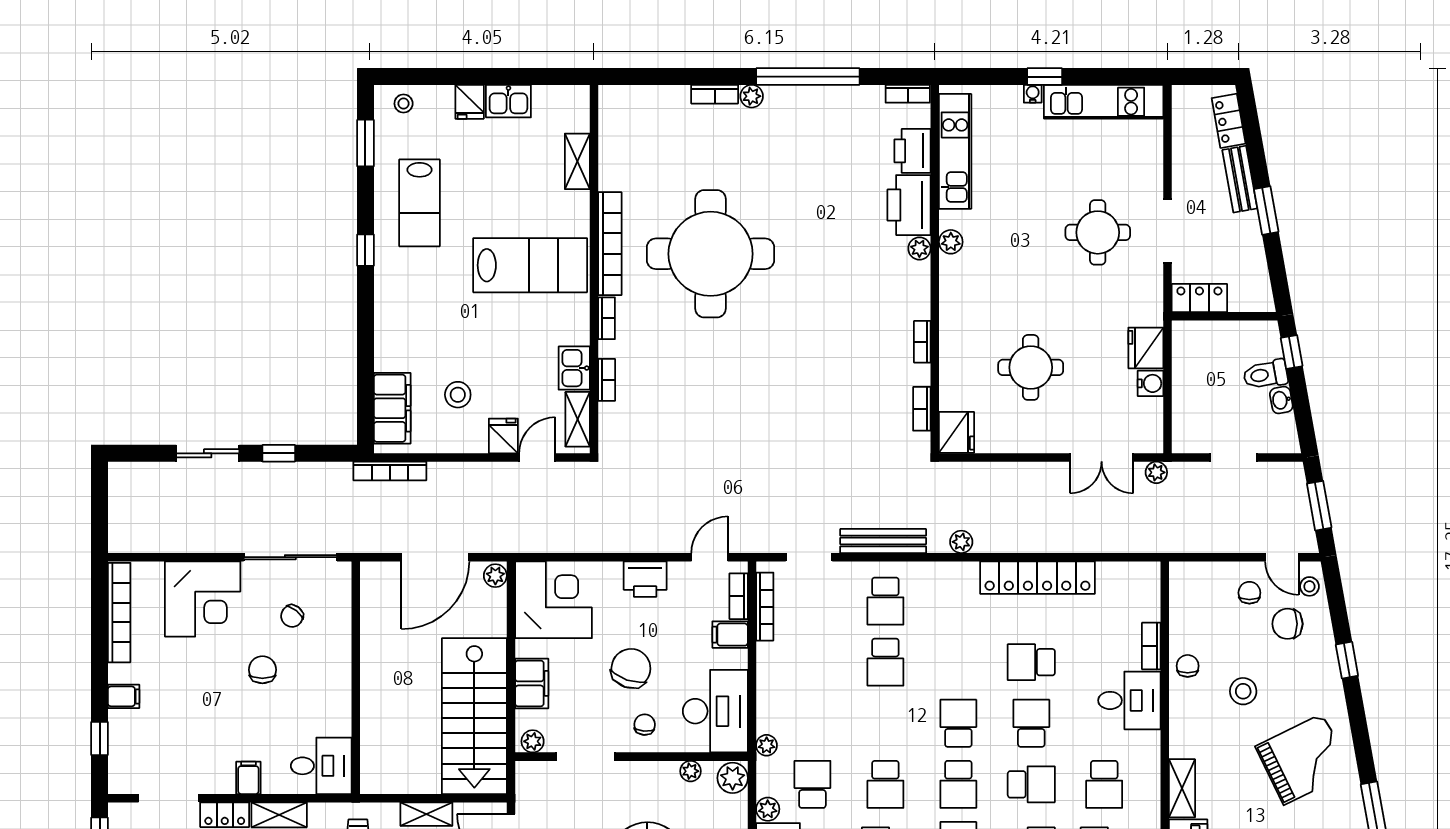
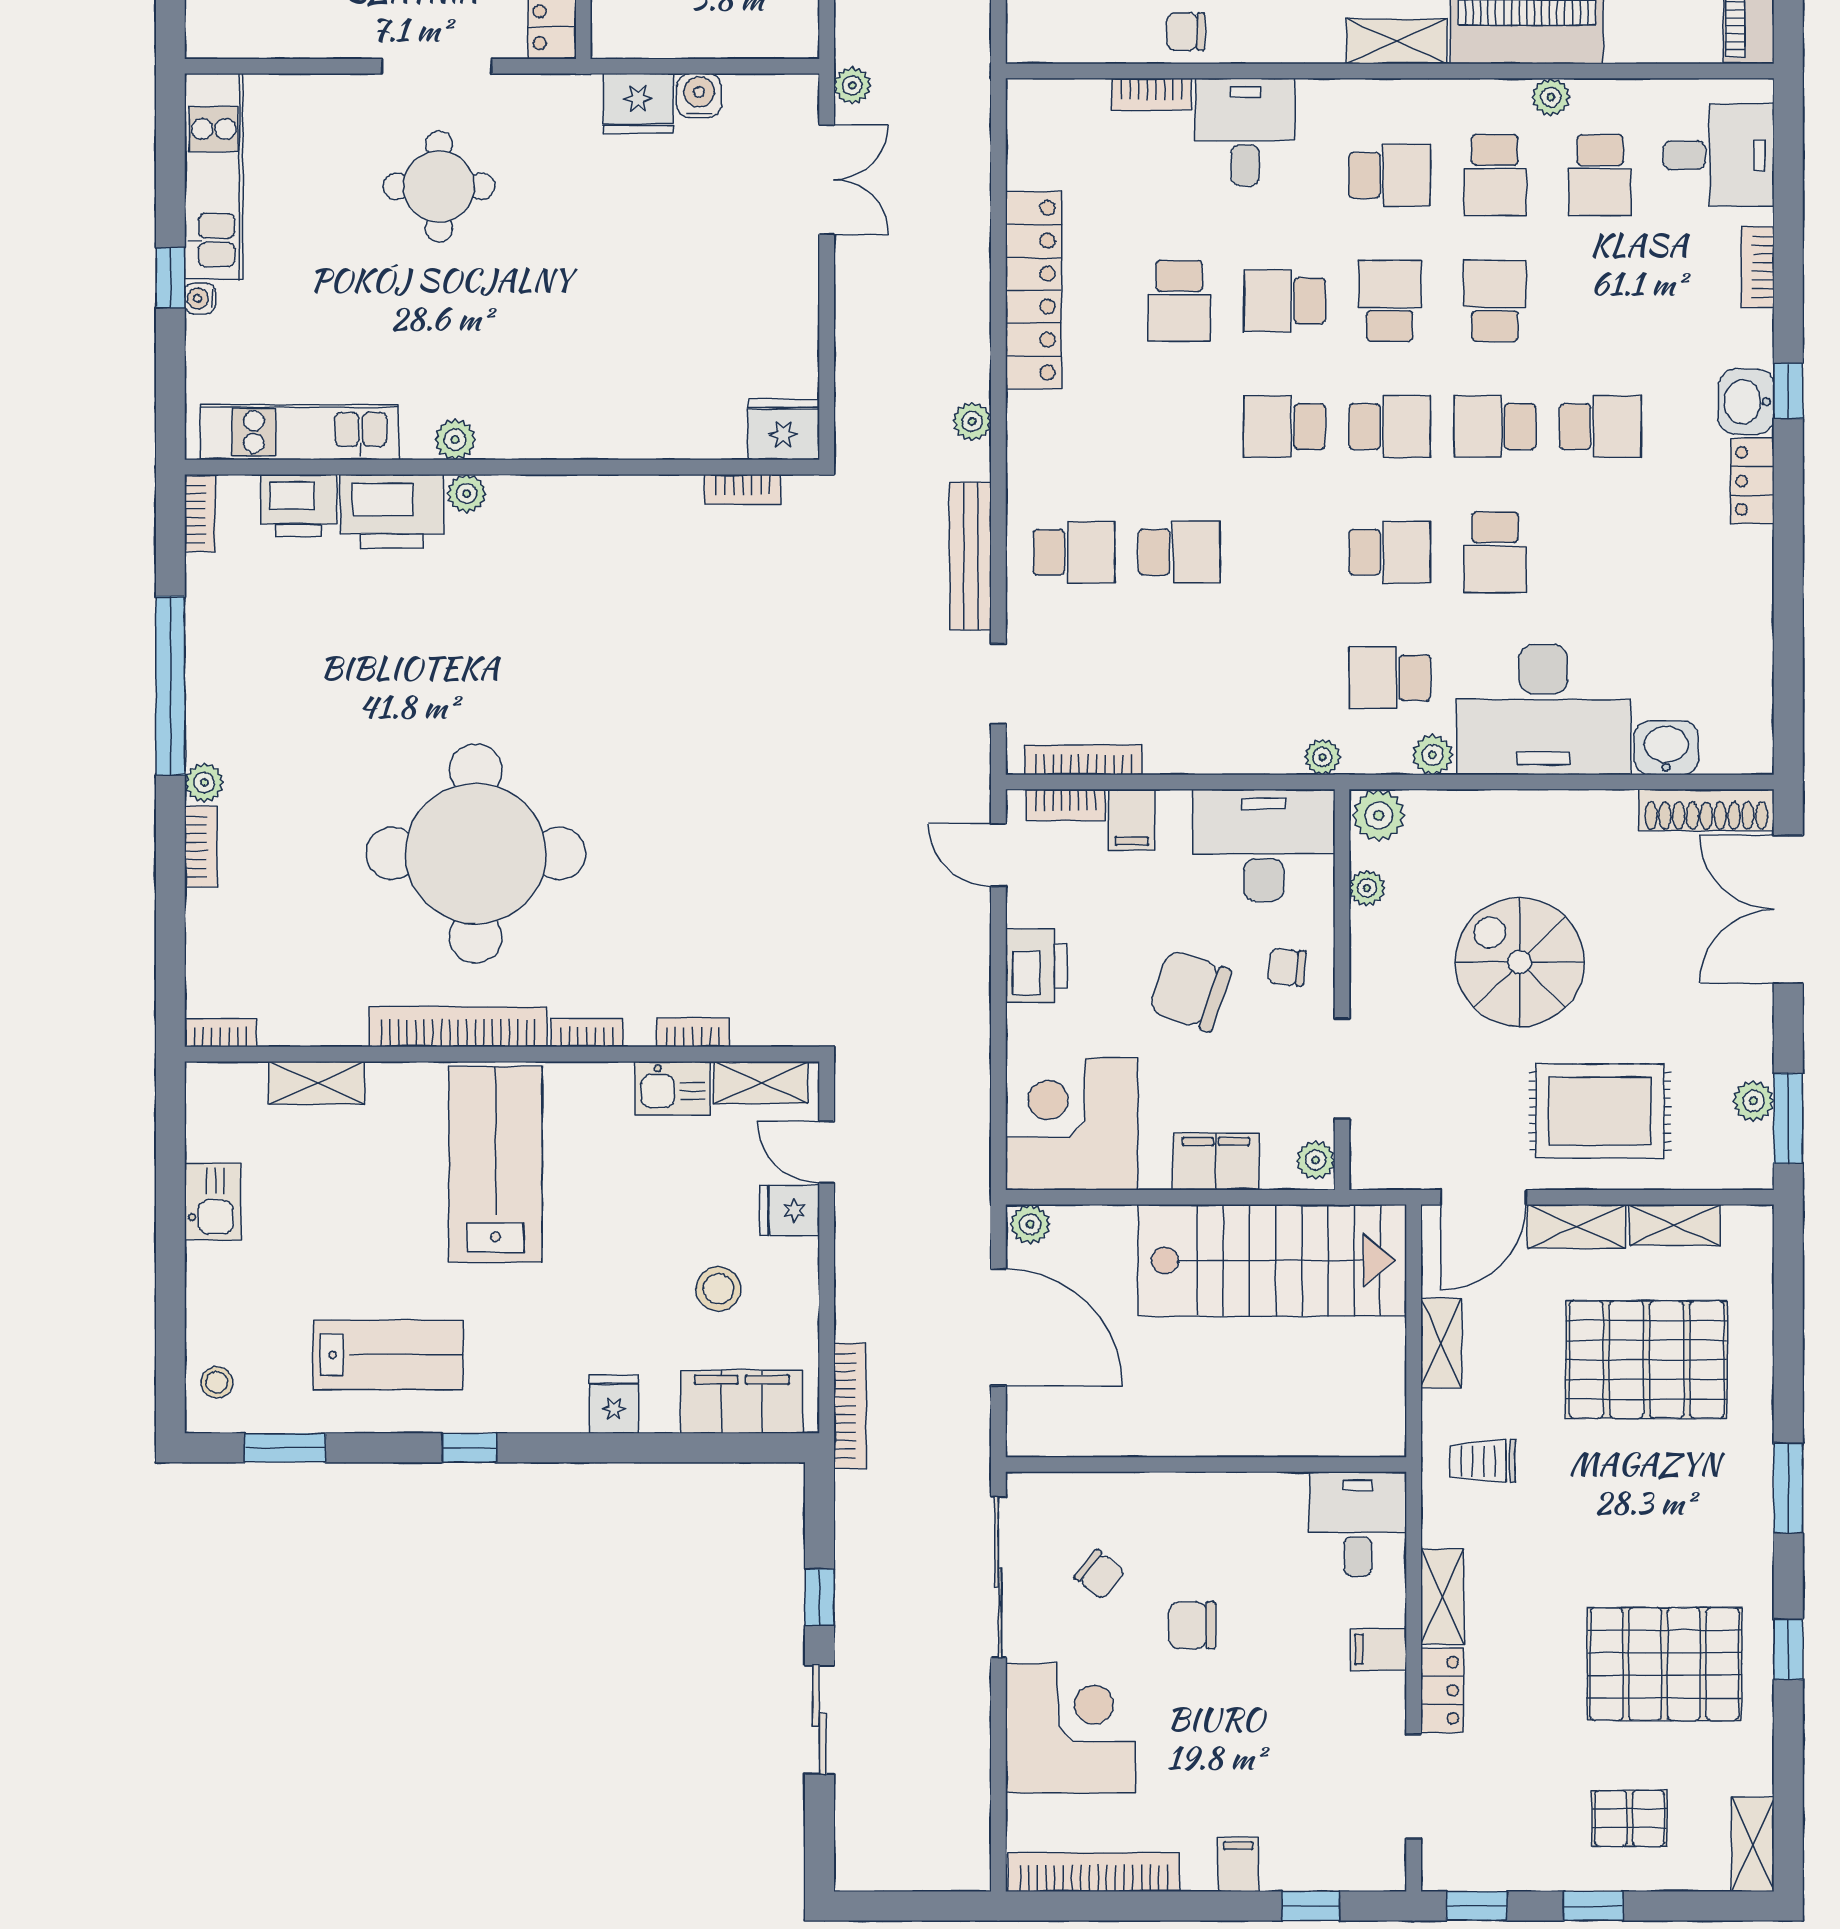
fridge: (470, 102) -> (614, 1404), moved, turned -90
bookcase: (922, 342) -> (221, 1033), moved, turned 180
round table: (1031, 367) -> (672, 302), removed

